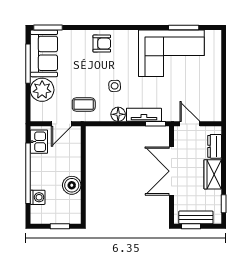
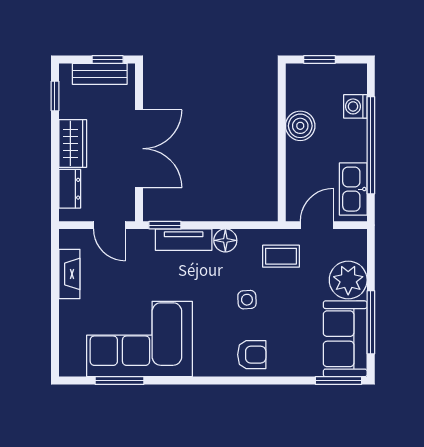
armchair: (102, 44) -> (252, 355), turned 180
side table: (115, 86) -> (247, 300), moved
fireplace: (215, 94) -> (69, 274), added
kitchen sink: (39, 142) -> (353, 189), width x1.38

